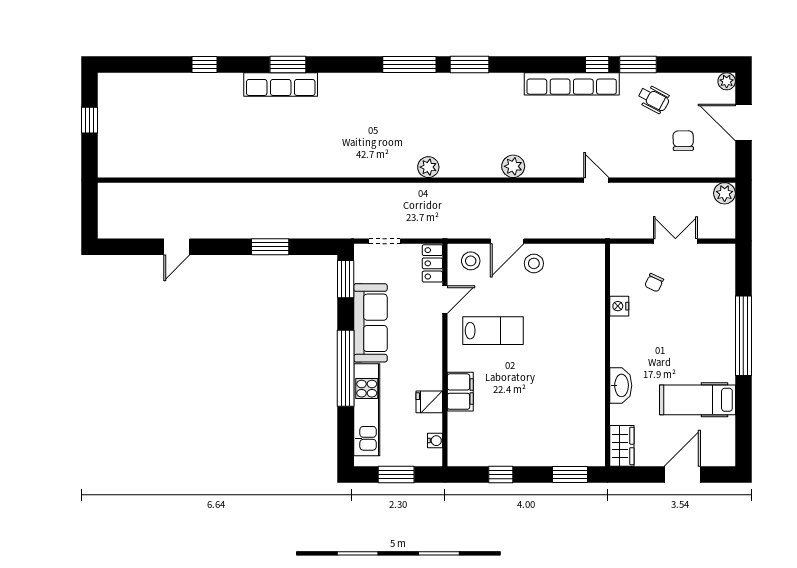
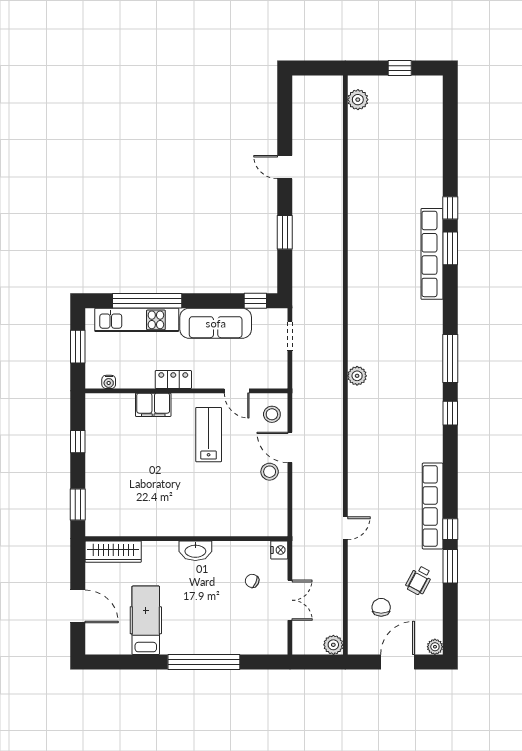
window: (204, 65) -> (450, 208), moved
window: (470, 65) -> (450, 413), width x0.67
row of seats: (281, 85) -> (432, 254), width x1.36
chair: (683, 141) -> (381, 607), turned -89
plant: (513, 166) -> (358, 100), moved
door: (177, 247) -> (285, 167), moved
locker: (432, 263) -> (173, 380), moved
window: (346, 279) -> (255, 301), width x0.67
nightstand: (619, 306) -> (279, 550), moved, turned 90
lab bench: (493, 331) -> (209, 435), turned 180
window: (346, 368) -> (147, 301), moved
washbasin: (621, 385) -> (195, 551), moved
fridge: (429, 402) -> (144, 377), removed
wardrobe: (622, 446) -> (113, 552), width x1.50

